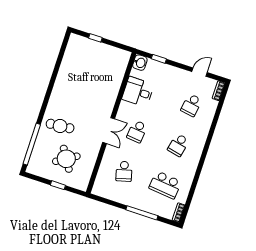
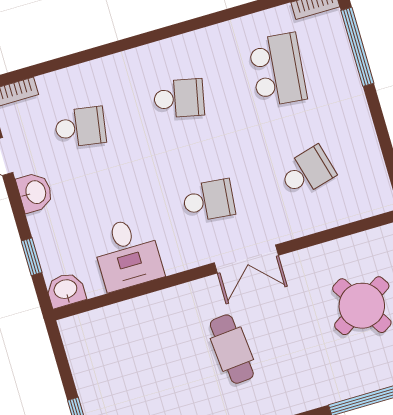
washbasin: (180, 75) -> (35, 192), added
cafe table: (60, 126) -> (232, 349), moved
double door: (109, 131) -> (246, 259), swing flipped
window: (142, 213) -> (357, 47), moved

